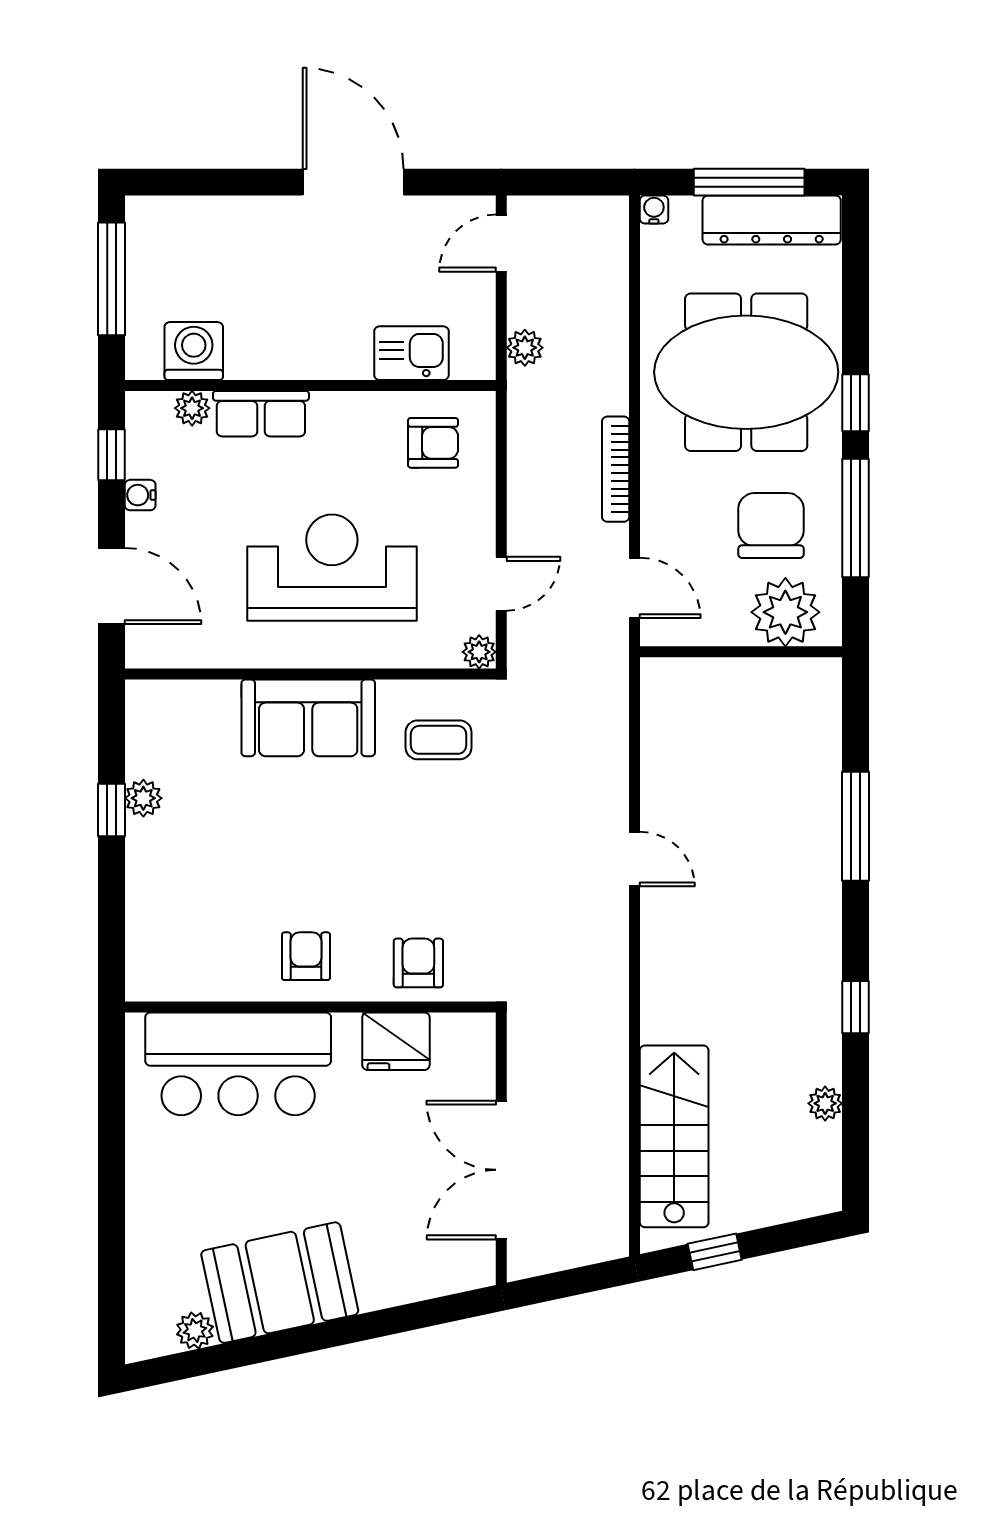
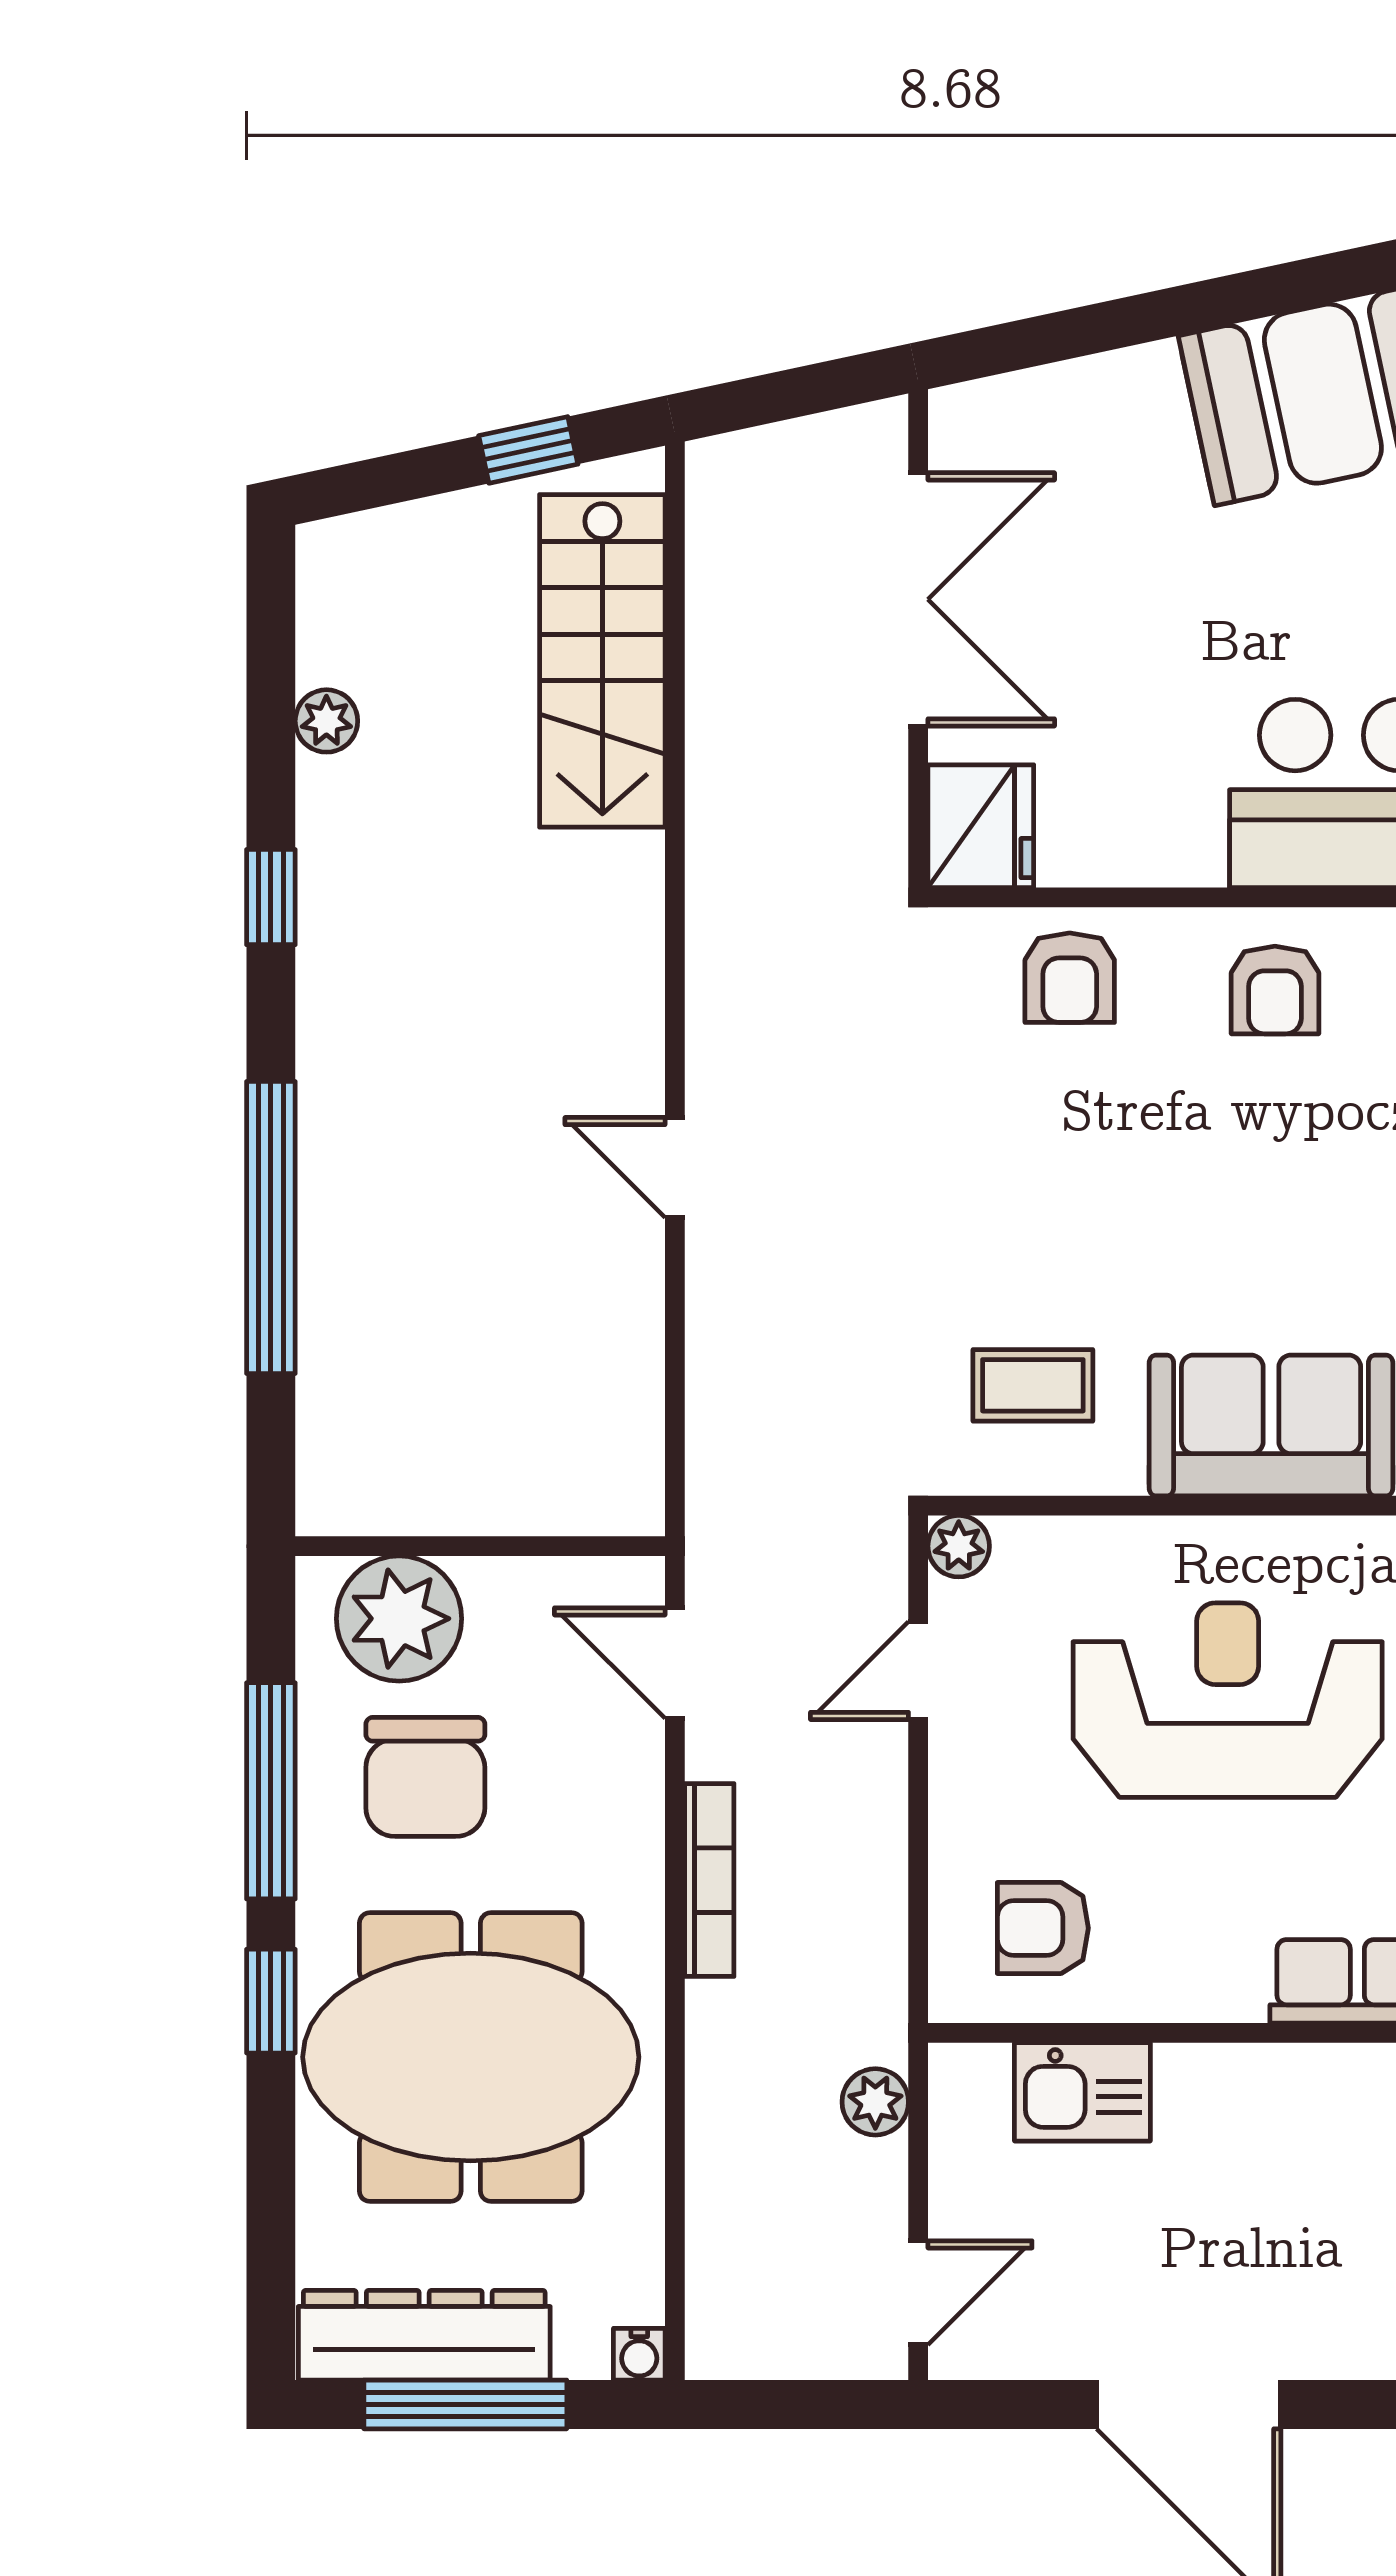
reception desk: (332, 568) -> (1228, 1700), turned 180
window: (856, 826) -> (271, 1228), width x1.46
fridge: (396, 1041) -> (981, 826), moved, turned 90

